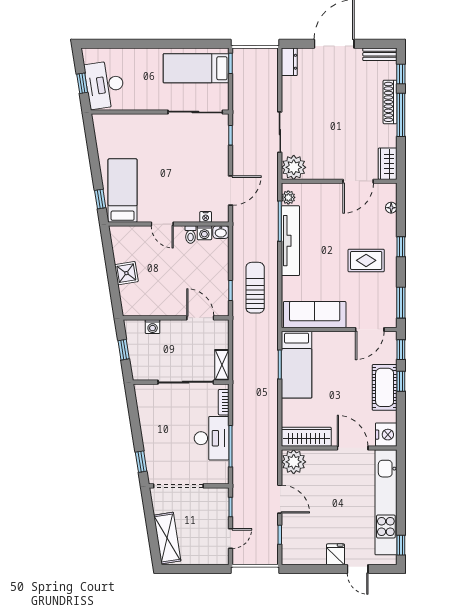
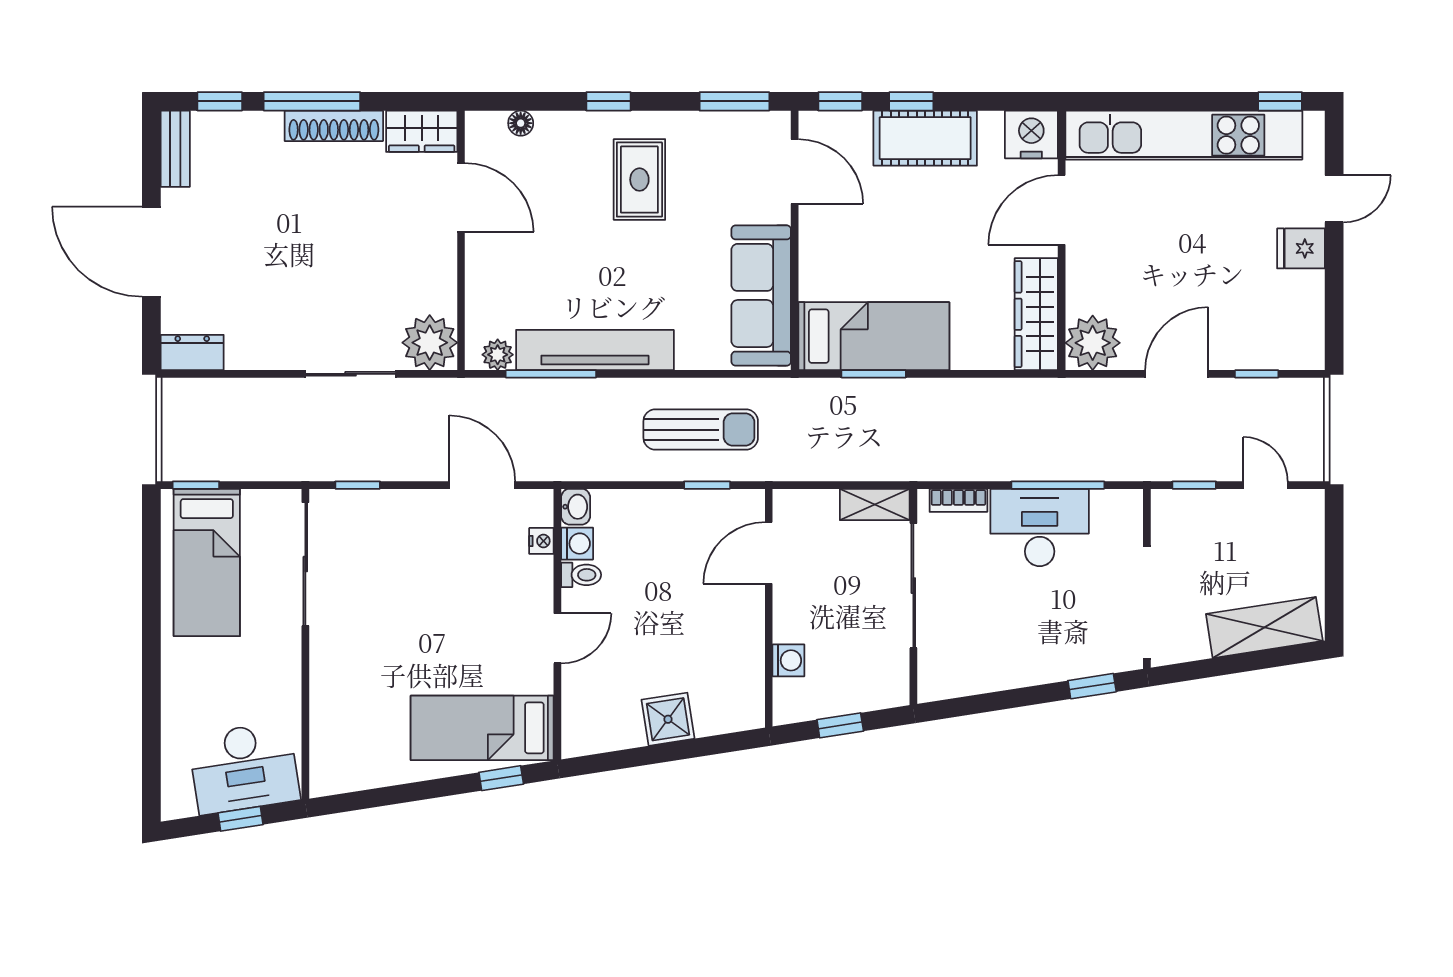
shoe rack: (390, 102) -> (334, 126), moved
sun lounger: (255, 288) -> (701, 430), turned 180

